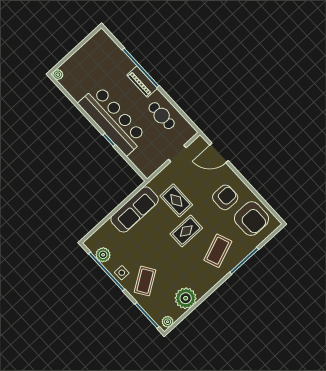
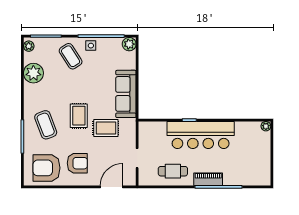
armchair: (225, 197) -> (77, 163), turned -90
plant: (103, 255) -> (129, 44), moved

